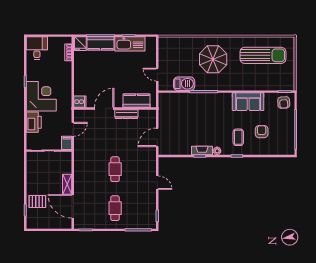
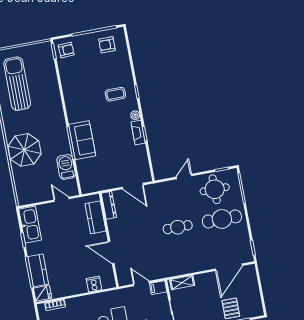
kitchen sink: (130, 44) -> (30, 225), moved
parasol: (213, 59) -> (25, 150), moved
door: (157, 75) -> (61, 199), swing flipped
cooker: (80, 102) -> (94, 284), moved
sofa: (248, 102) -> (82, 140), moved
dresser: (126, 114) -> (109, 205), moved
armchair: (262, 132) -> (107, 45), moved
shelving: (67, 184) -> (182, 283), moved
round table: (141, 207) -> (215, 189), added
cafe table: (115, 208) -> (222, 219), width x1.37, depth x1.35

